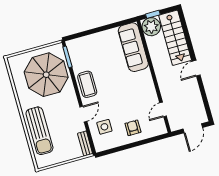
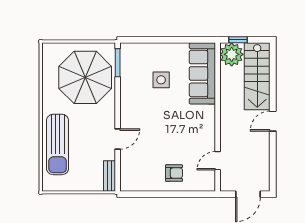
coffee table: (87, 84) -> (133, 103), removed
side table: (104, 127) -> (161, 80), moved
armchair: (133, 128) -> (174, 173), turned 90

